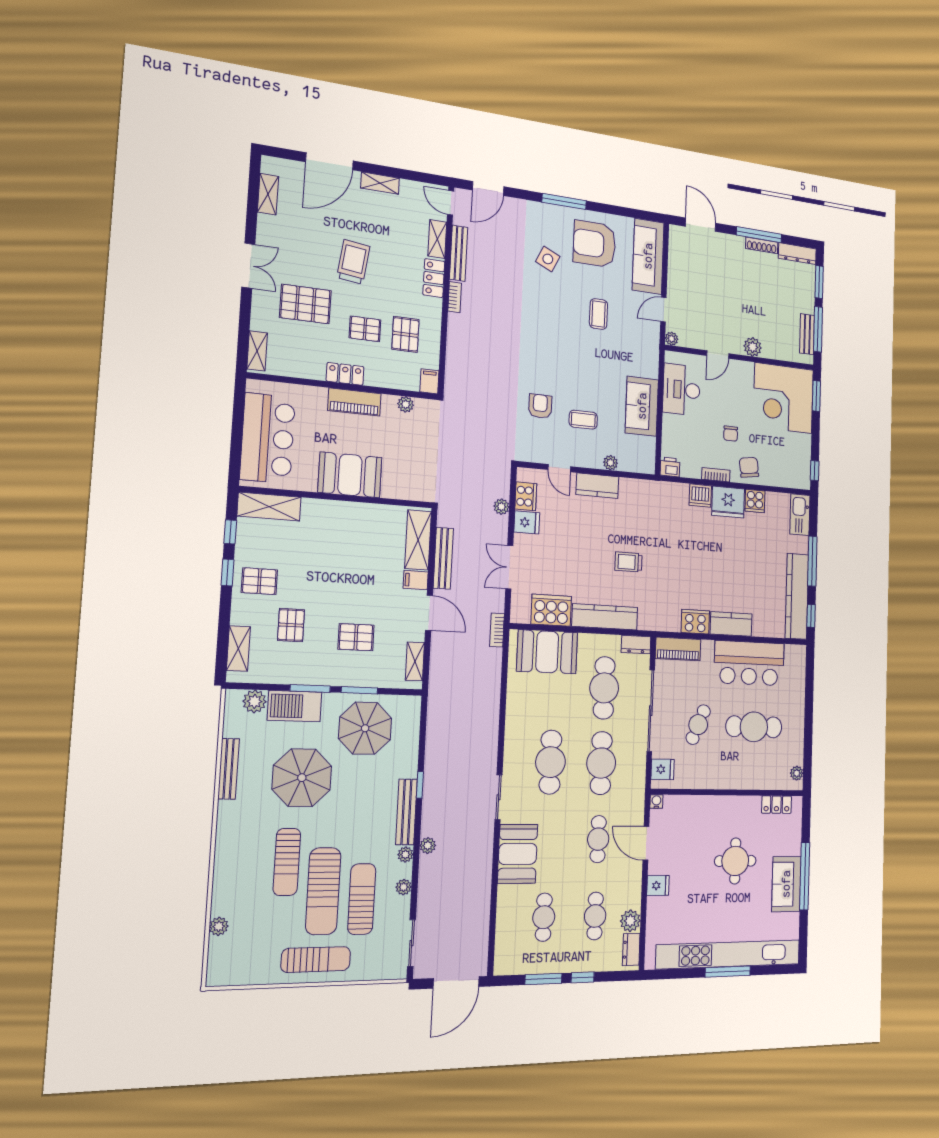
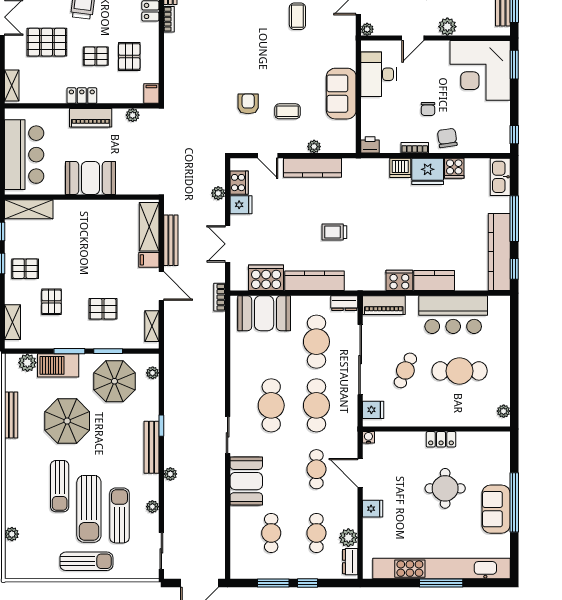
kitchen counter: (597, 486) -> (312, 168), width x1.50
locker: (777, 805) -> (441, 439), moved
plant: (405, 854) -> (153, 373), moved

